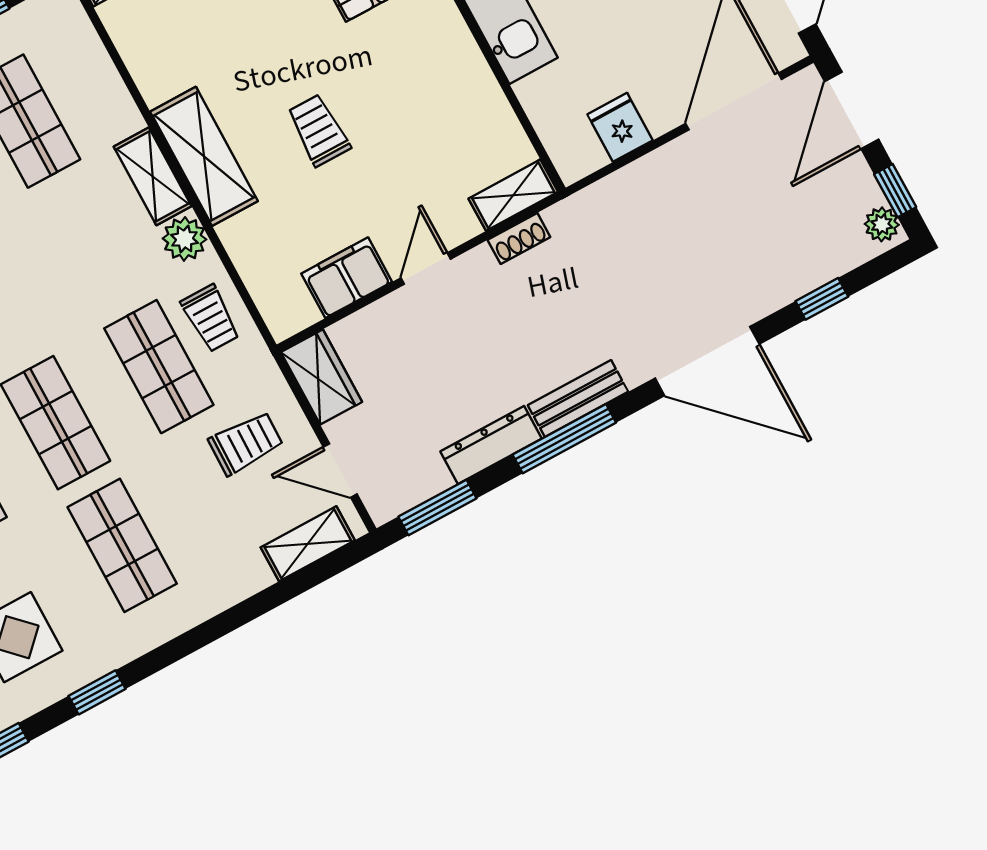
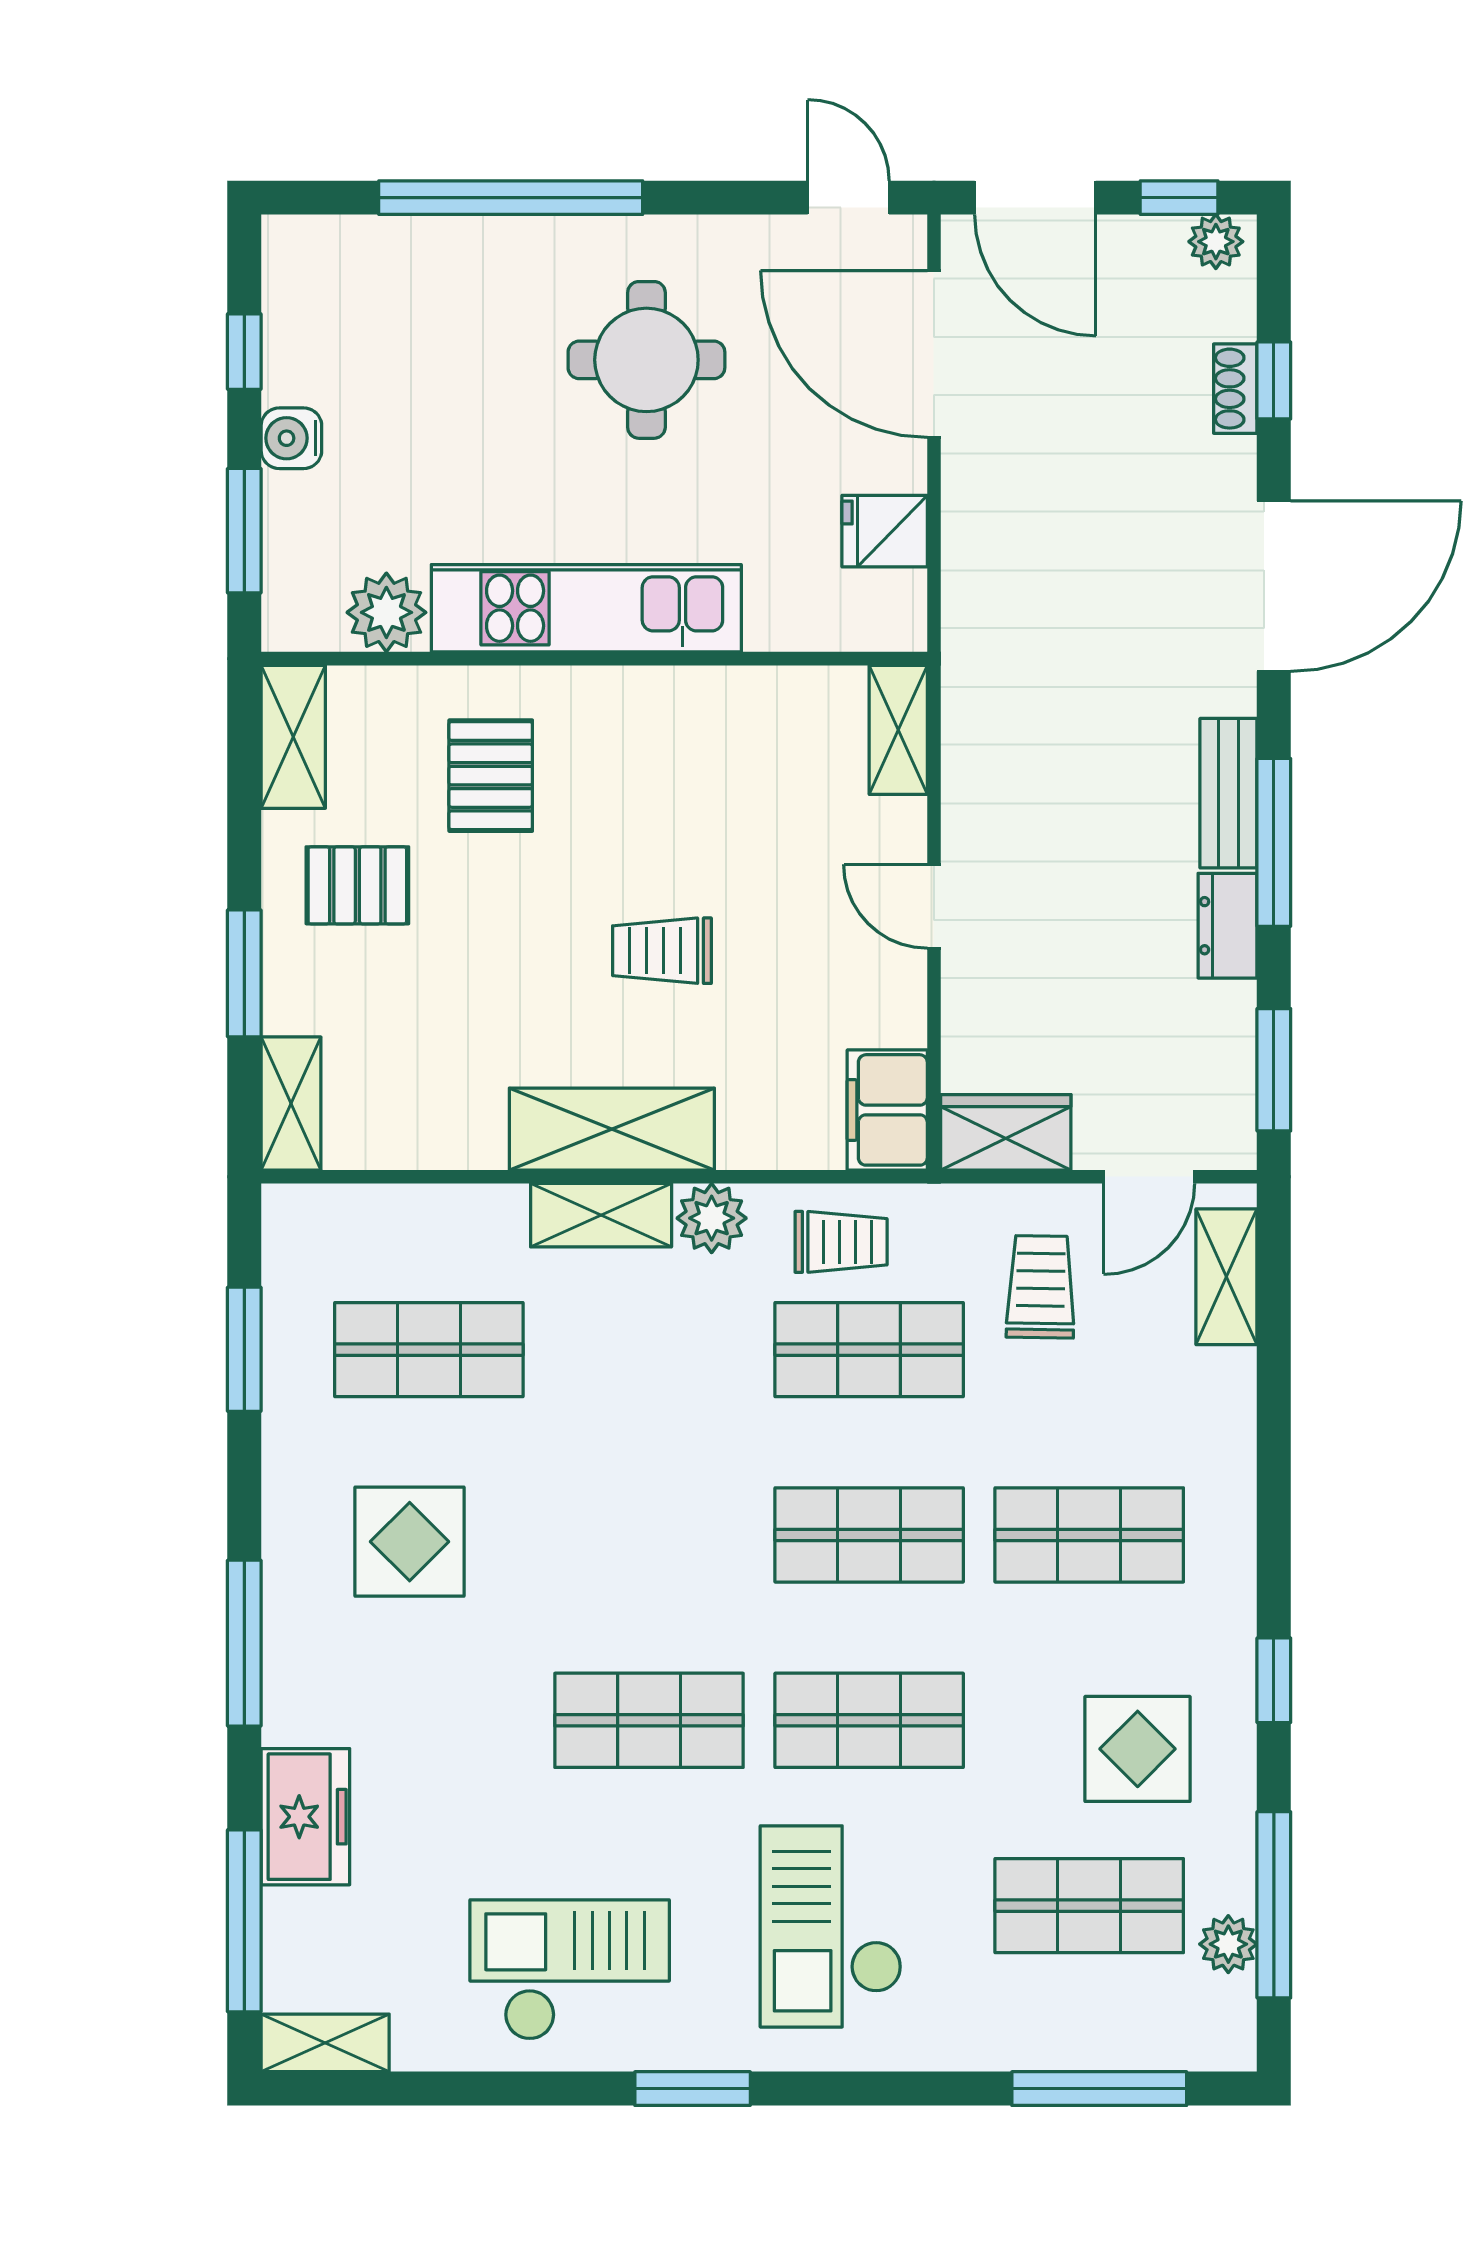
shoe rack: (519, 238) -> (1235, 389), moved, turned 180
filing cabinet: (347, 278) -> (887, 1110), moved
dresser: (491, 445) -> (1228, 926), width x0.70

